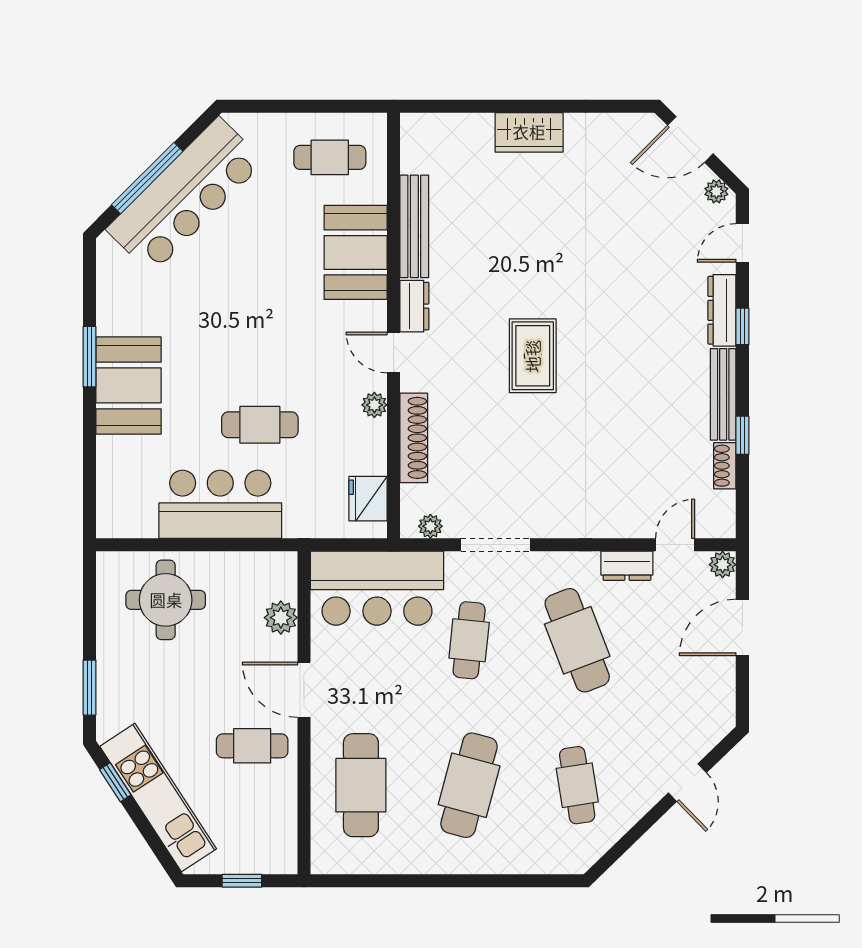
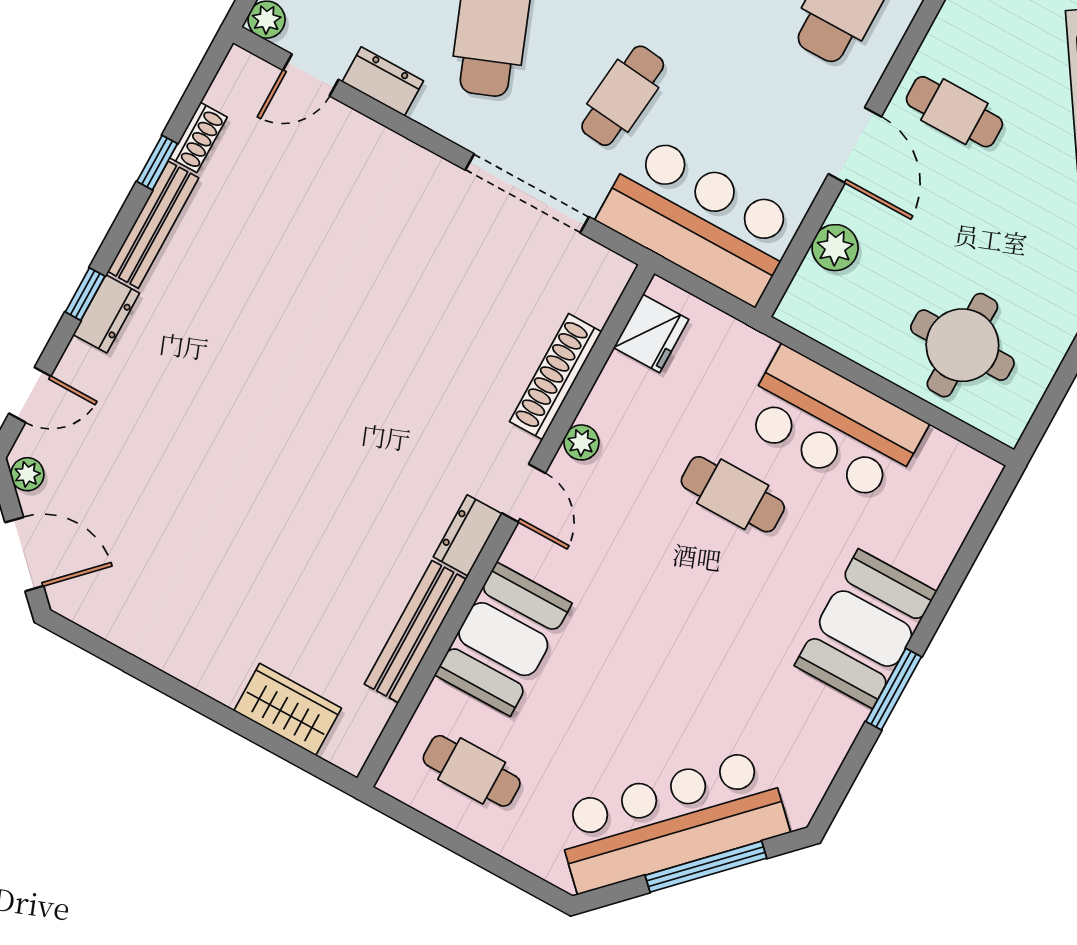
wardrobe: (529, 132) -> (288, 709), moved
dresser: (722, 310) -> (106, 314), width x0.70
rug: (533, 356) -> (358, 397), removed
plant: (430, 526) -> (594, 259), removed
doorway: (496, 545) -> (527, 193), width x1.36

